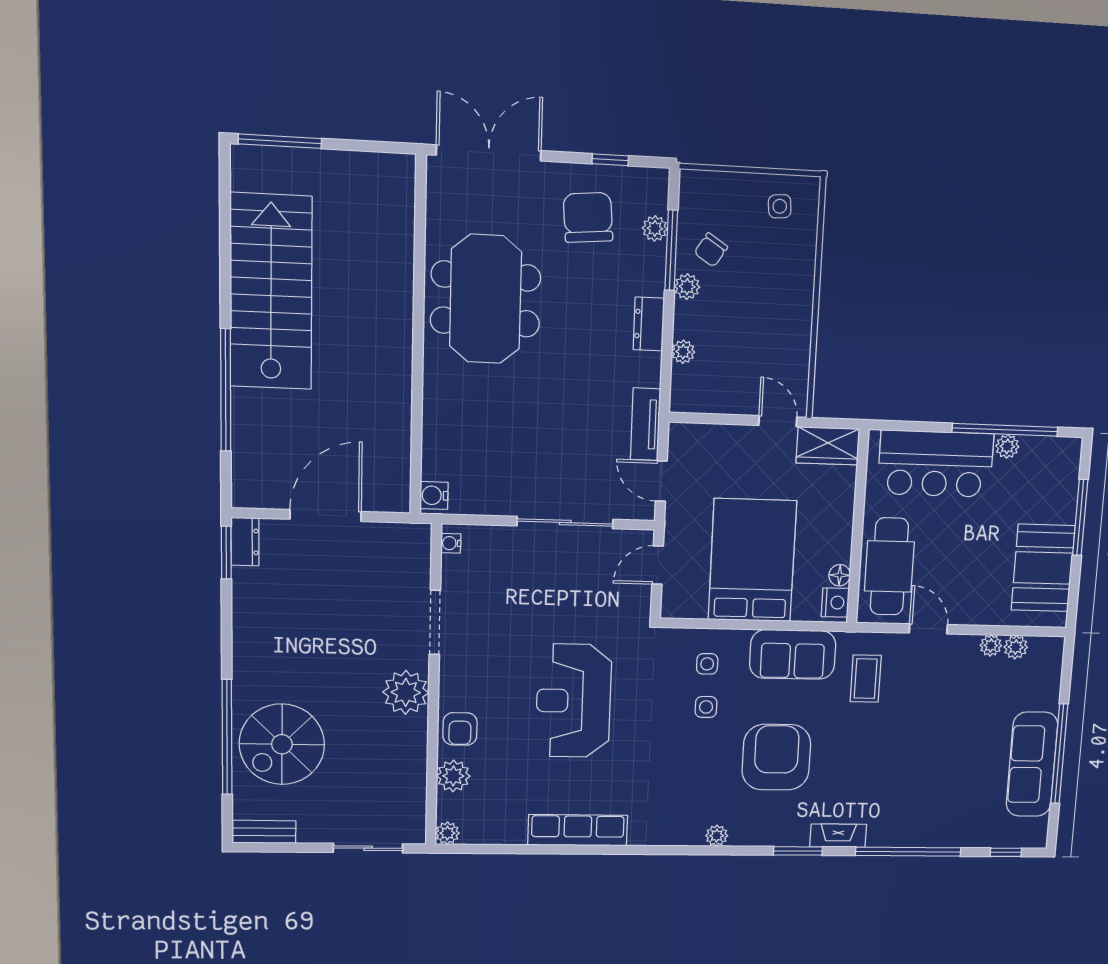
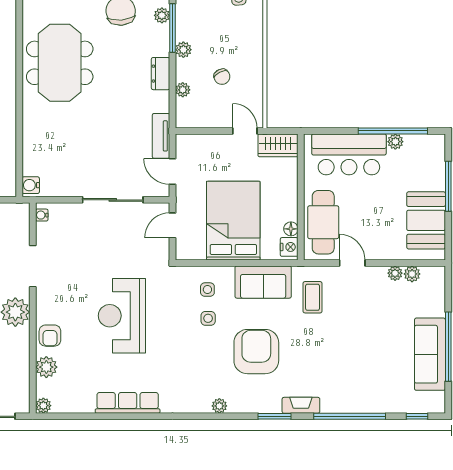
chair: (711, 250) -> (222, 77), moved, turned -61

